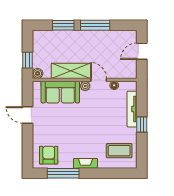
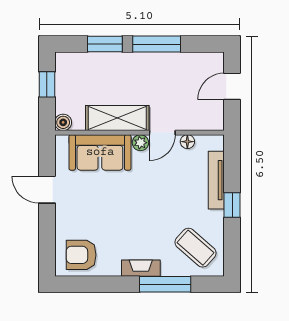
window: (28, 60) -> (47, 84), moved
door: (99, 80) -> (162, 133), swing flipped
coffee table: (119, 151) -> (196, 248), turned 41
armchair: (49, 155) -> (81, 255), turned -90
window: (63, 173) -> (165, 284), moved

